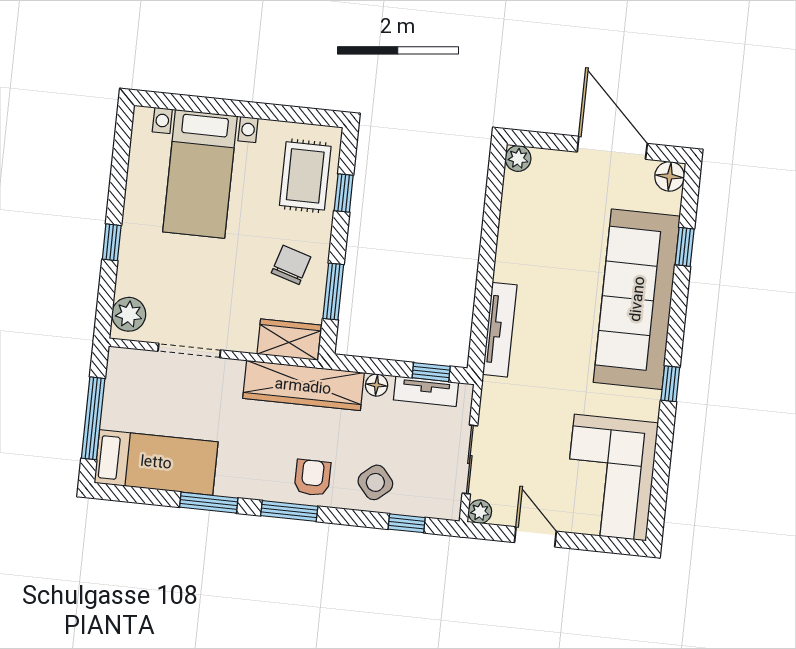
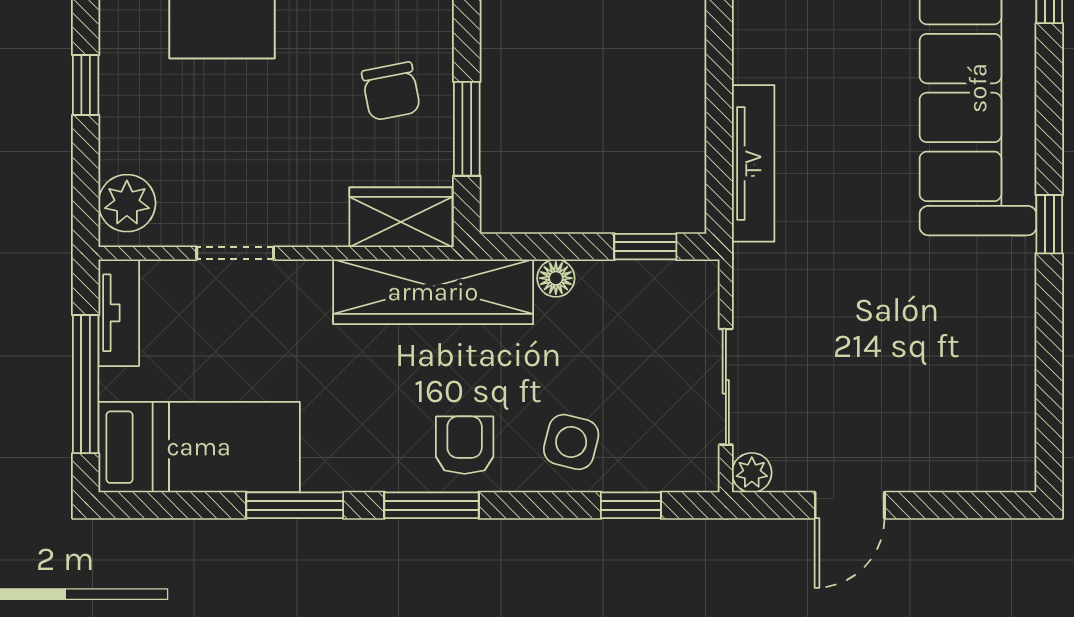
chair: (291, 265) -> (391, 91), turned 152
doorway: (189, 351) -> (235, 253), width x0.73
tv unit: (426, 391) -> (119, 313), moved, turned -90
corner sofa: (610, 477) -> (965, 392), removed
side table: (375, 482) -> (571, 442), turned -36
door: (535, 537) -> (850, 505), swing flipped

